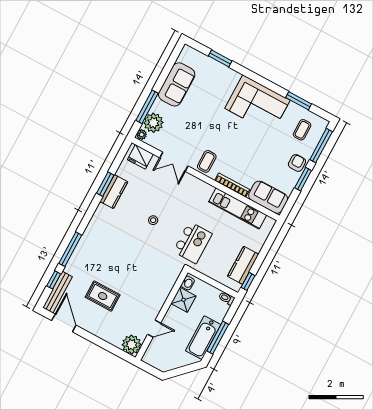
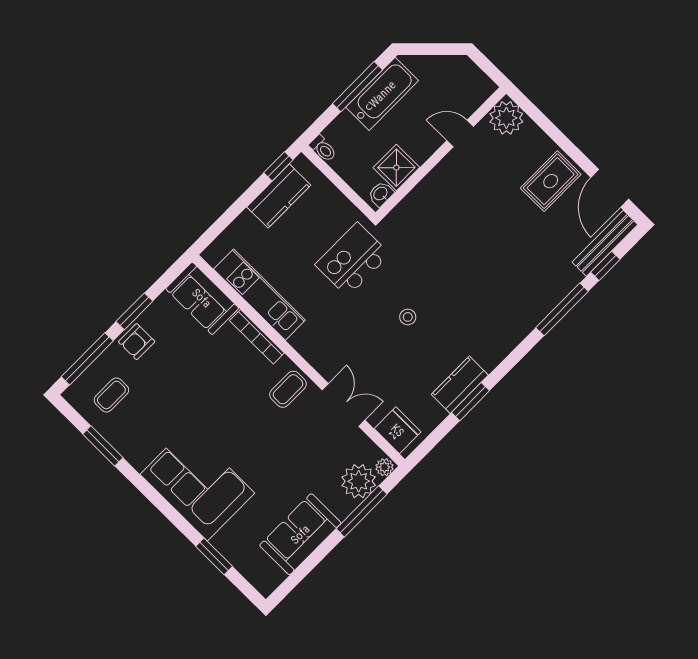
corner sofa: (257, 104) -> (197, 484), moved
rug: (103, 296) -> (551, 181), moved, turned 90

